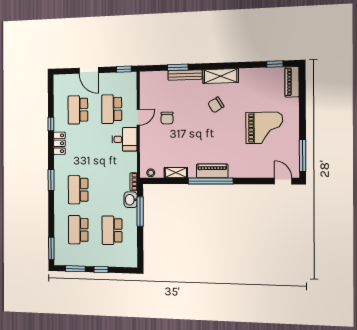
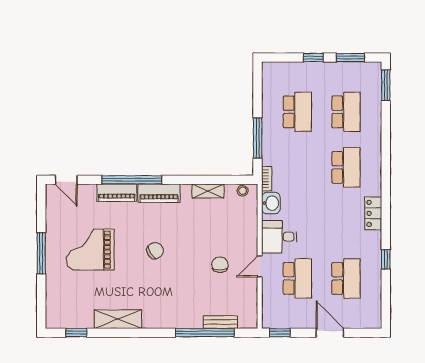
window: (178, 67) -> (205, 333), width x2.11
bench: (185, 75) -> (220, 322), moved, width x0.73
shelving: (221, 76) -> (118, 319), moved
piano: (292, 82) -> (117, 193), moved, turned 90
chair: (216, 105) -> (155, 251), moved
locker: (59, 143) -> (373, 213), moved
window: (303, 155) -> (41, 253), moved
window: (51, 180) -> (386, 181), removed
window: (211, 181) -> (132, 180), moved
washbasin: (131, 200) -> (271, 203), moved

